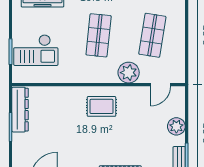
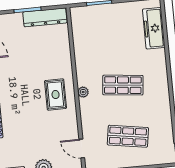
checkout: (36, 50) -> (103, 27), removed
plant: (129, 73) -> (83, 92), moved, width x0.53, depth x0.53

